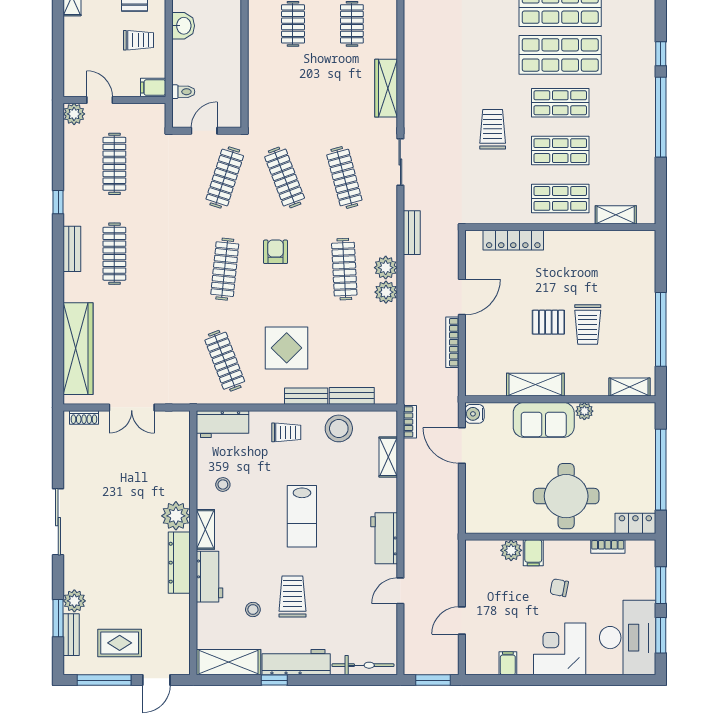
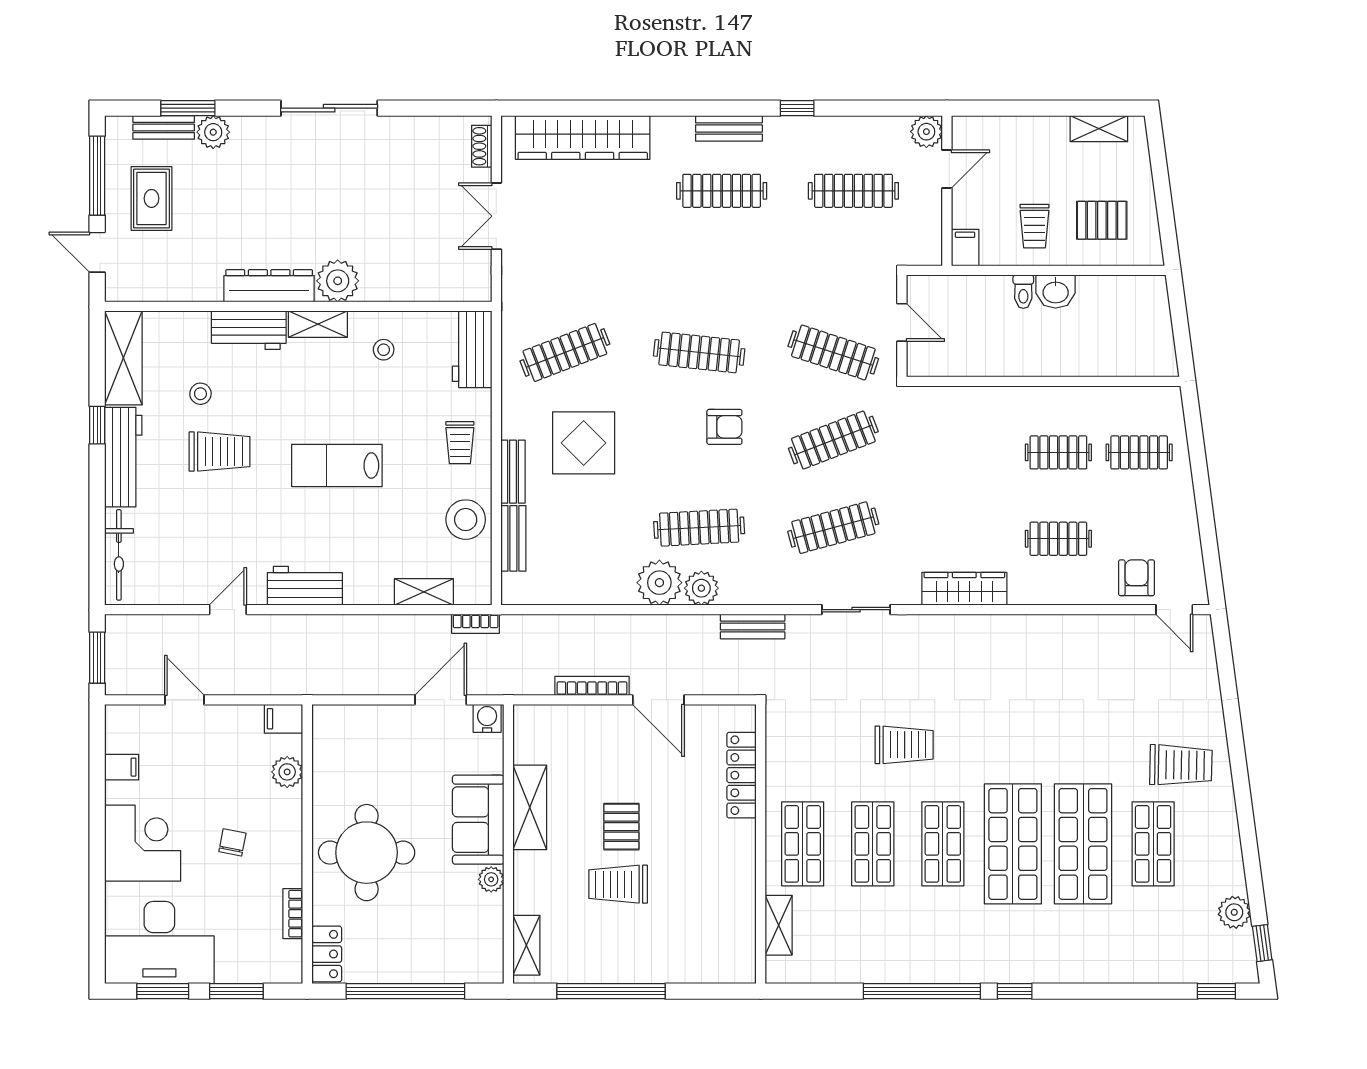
toilet: (183, 92) -> (1023, 292), moved
plant: (386, 292) -> (659, 583), width x1.36, depth x1.36
filing cabinet: (533, 553) -> (284, 719), moved
door: (400, 591) -> (228, 610), hinge flipped

